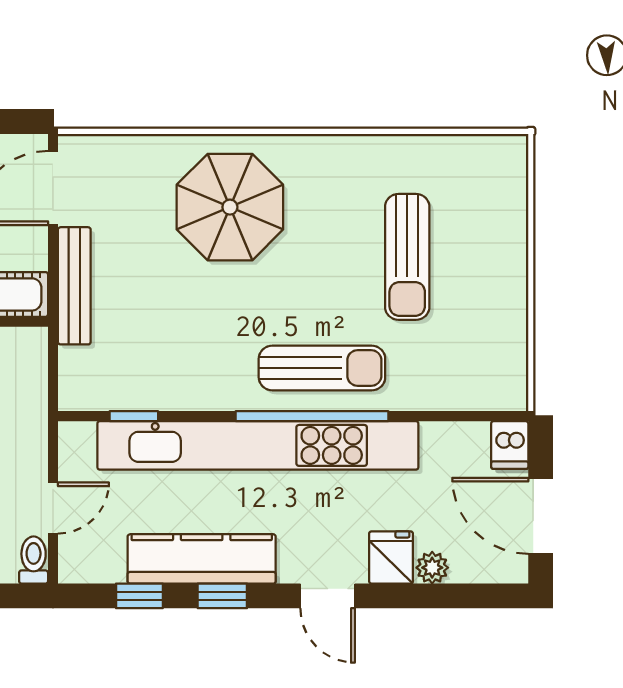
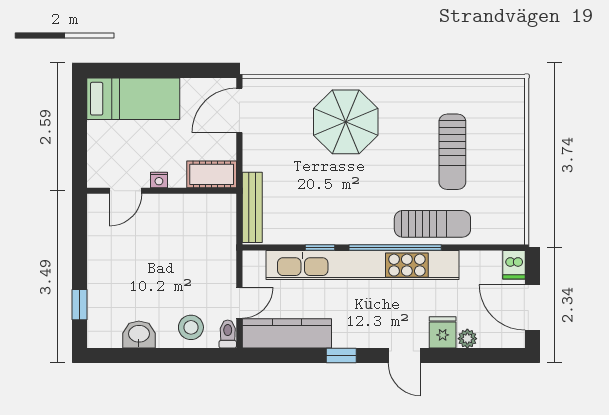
bench: (74, 286) -> (252, 207), moved
sun lounger: (322, 368) -> (432, 224), moved
window: (134, 416) -> (320, 248), moved
kitchen counter: (202, 559) -> (287, 333), moved
window: (139, 596) -> (291, 356), removed

